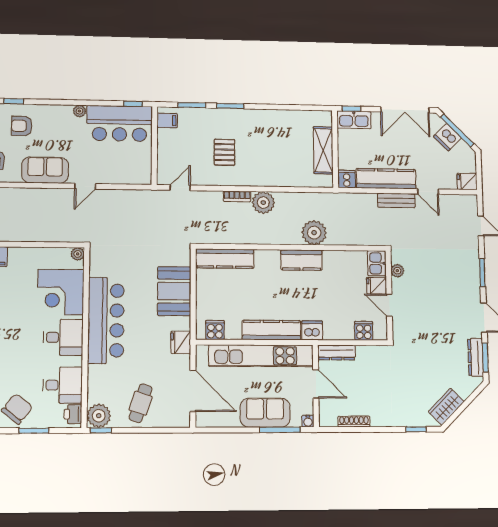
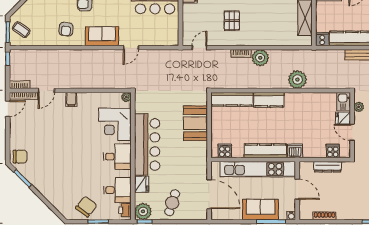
kitchen counter: (301, 260) -> (269, 100), moved
fridge: (181, 342) -> (142, 184), moved, turned 180
dresser: (337, 352) -> (328, 167), moved

